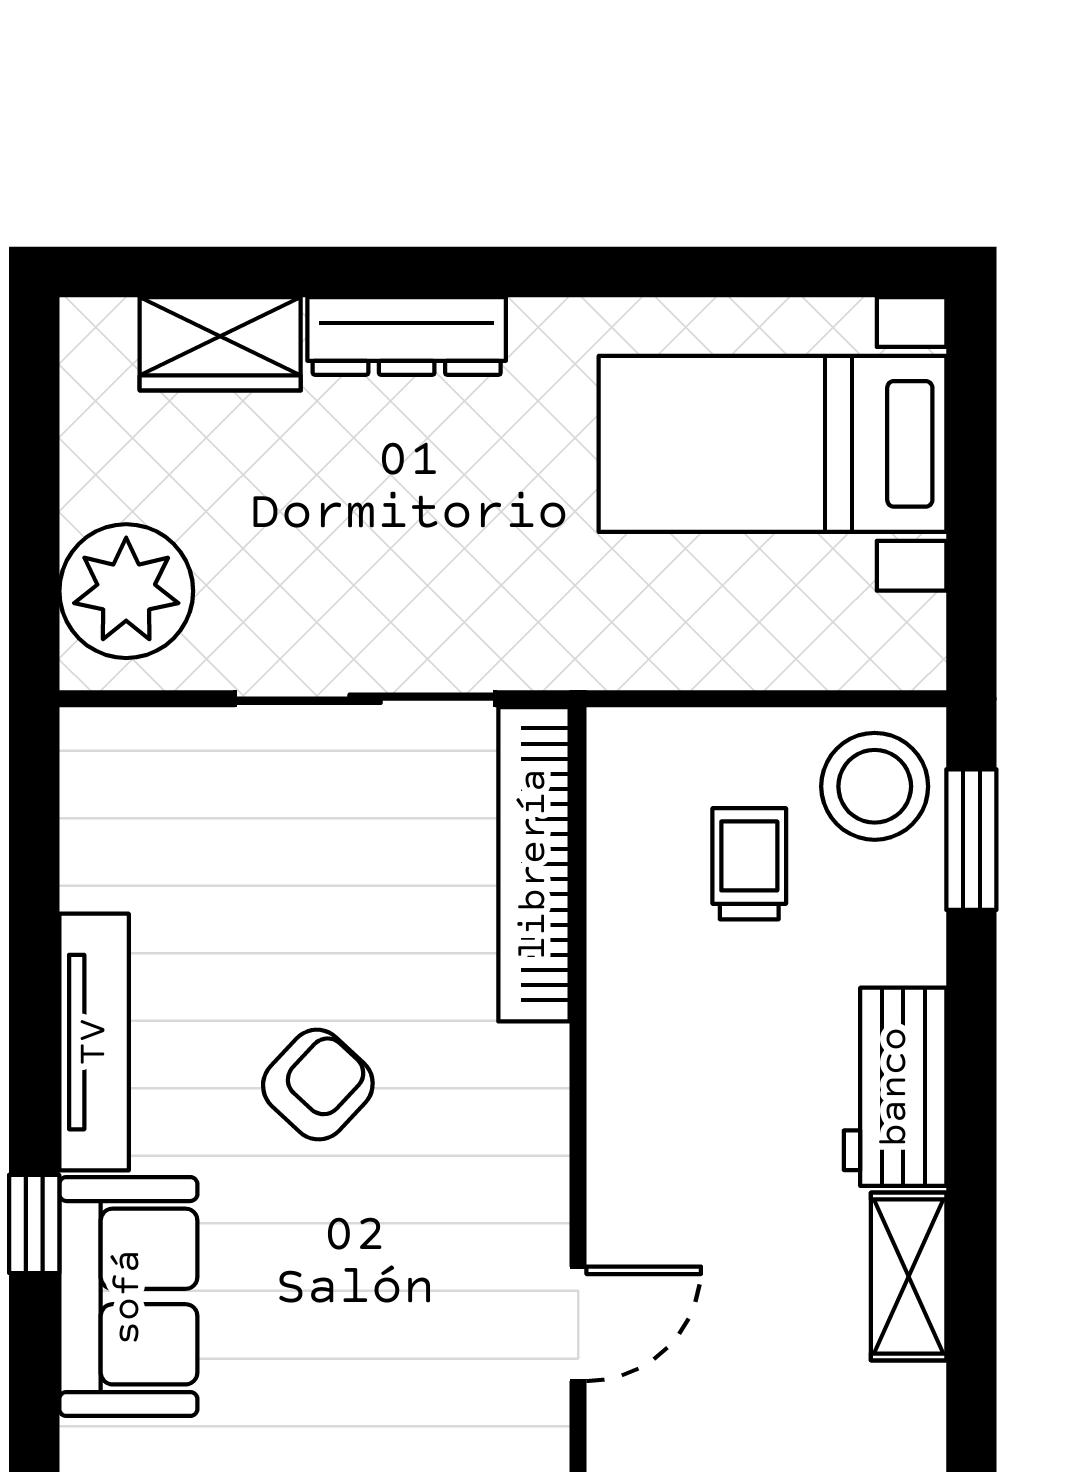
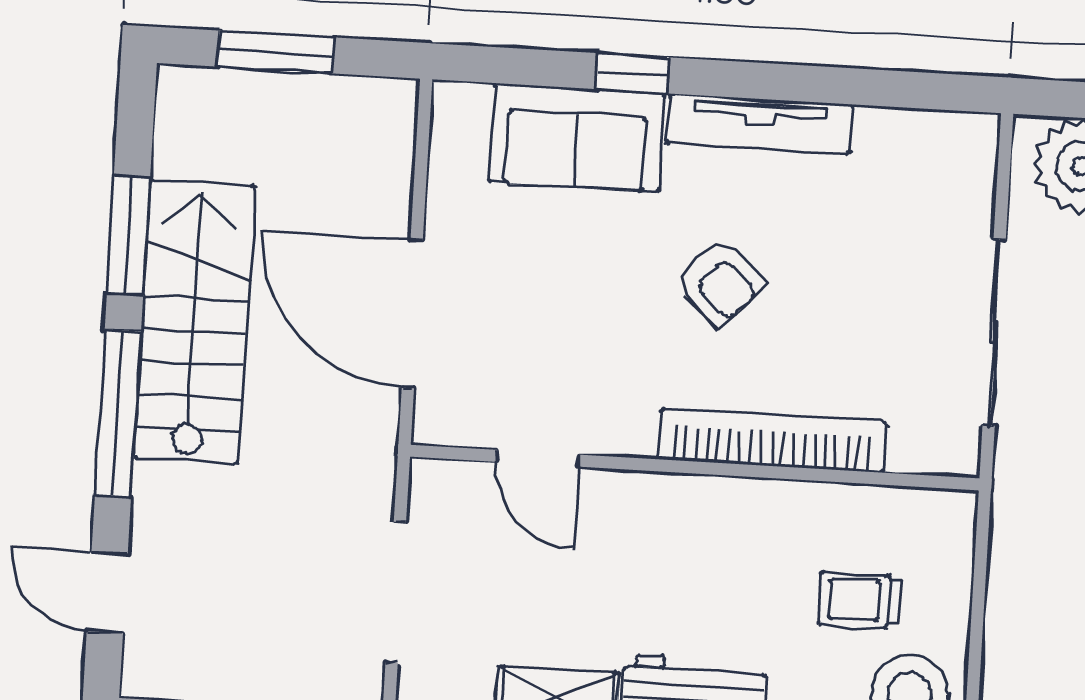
bookcase: (534, 864) -> (772, 441), moved
trolley: (749, 864) -> (860, 600), turned 180

